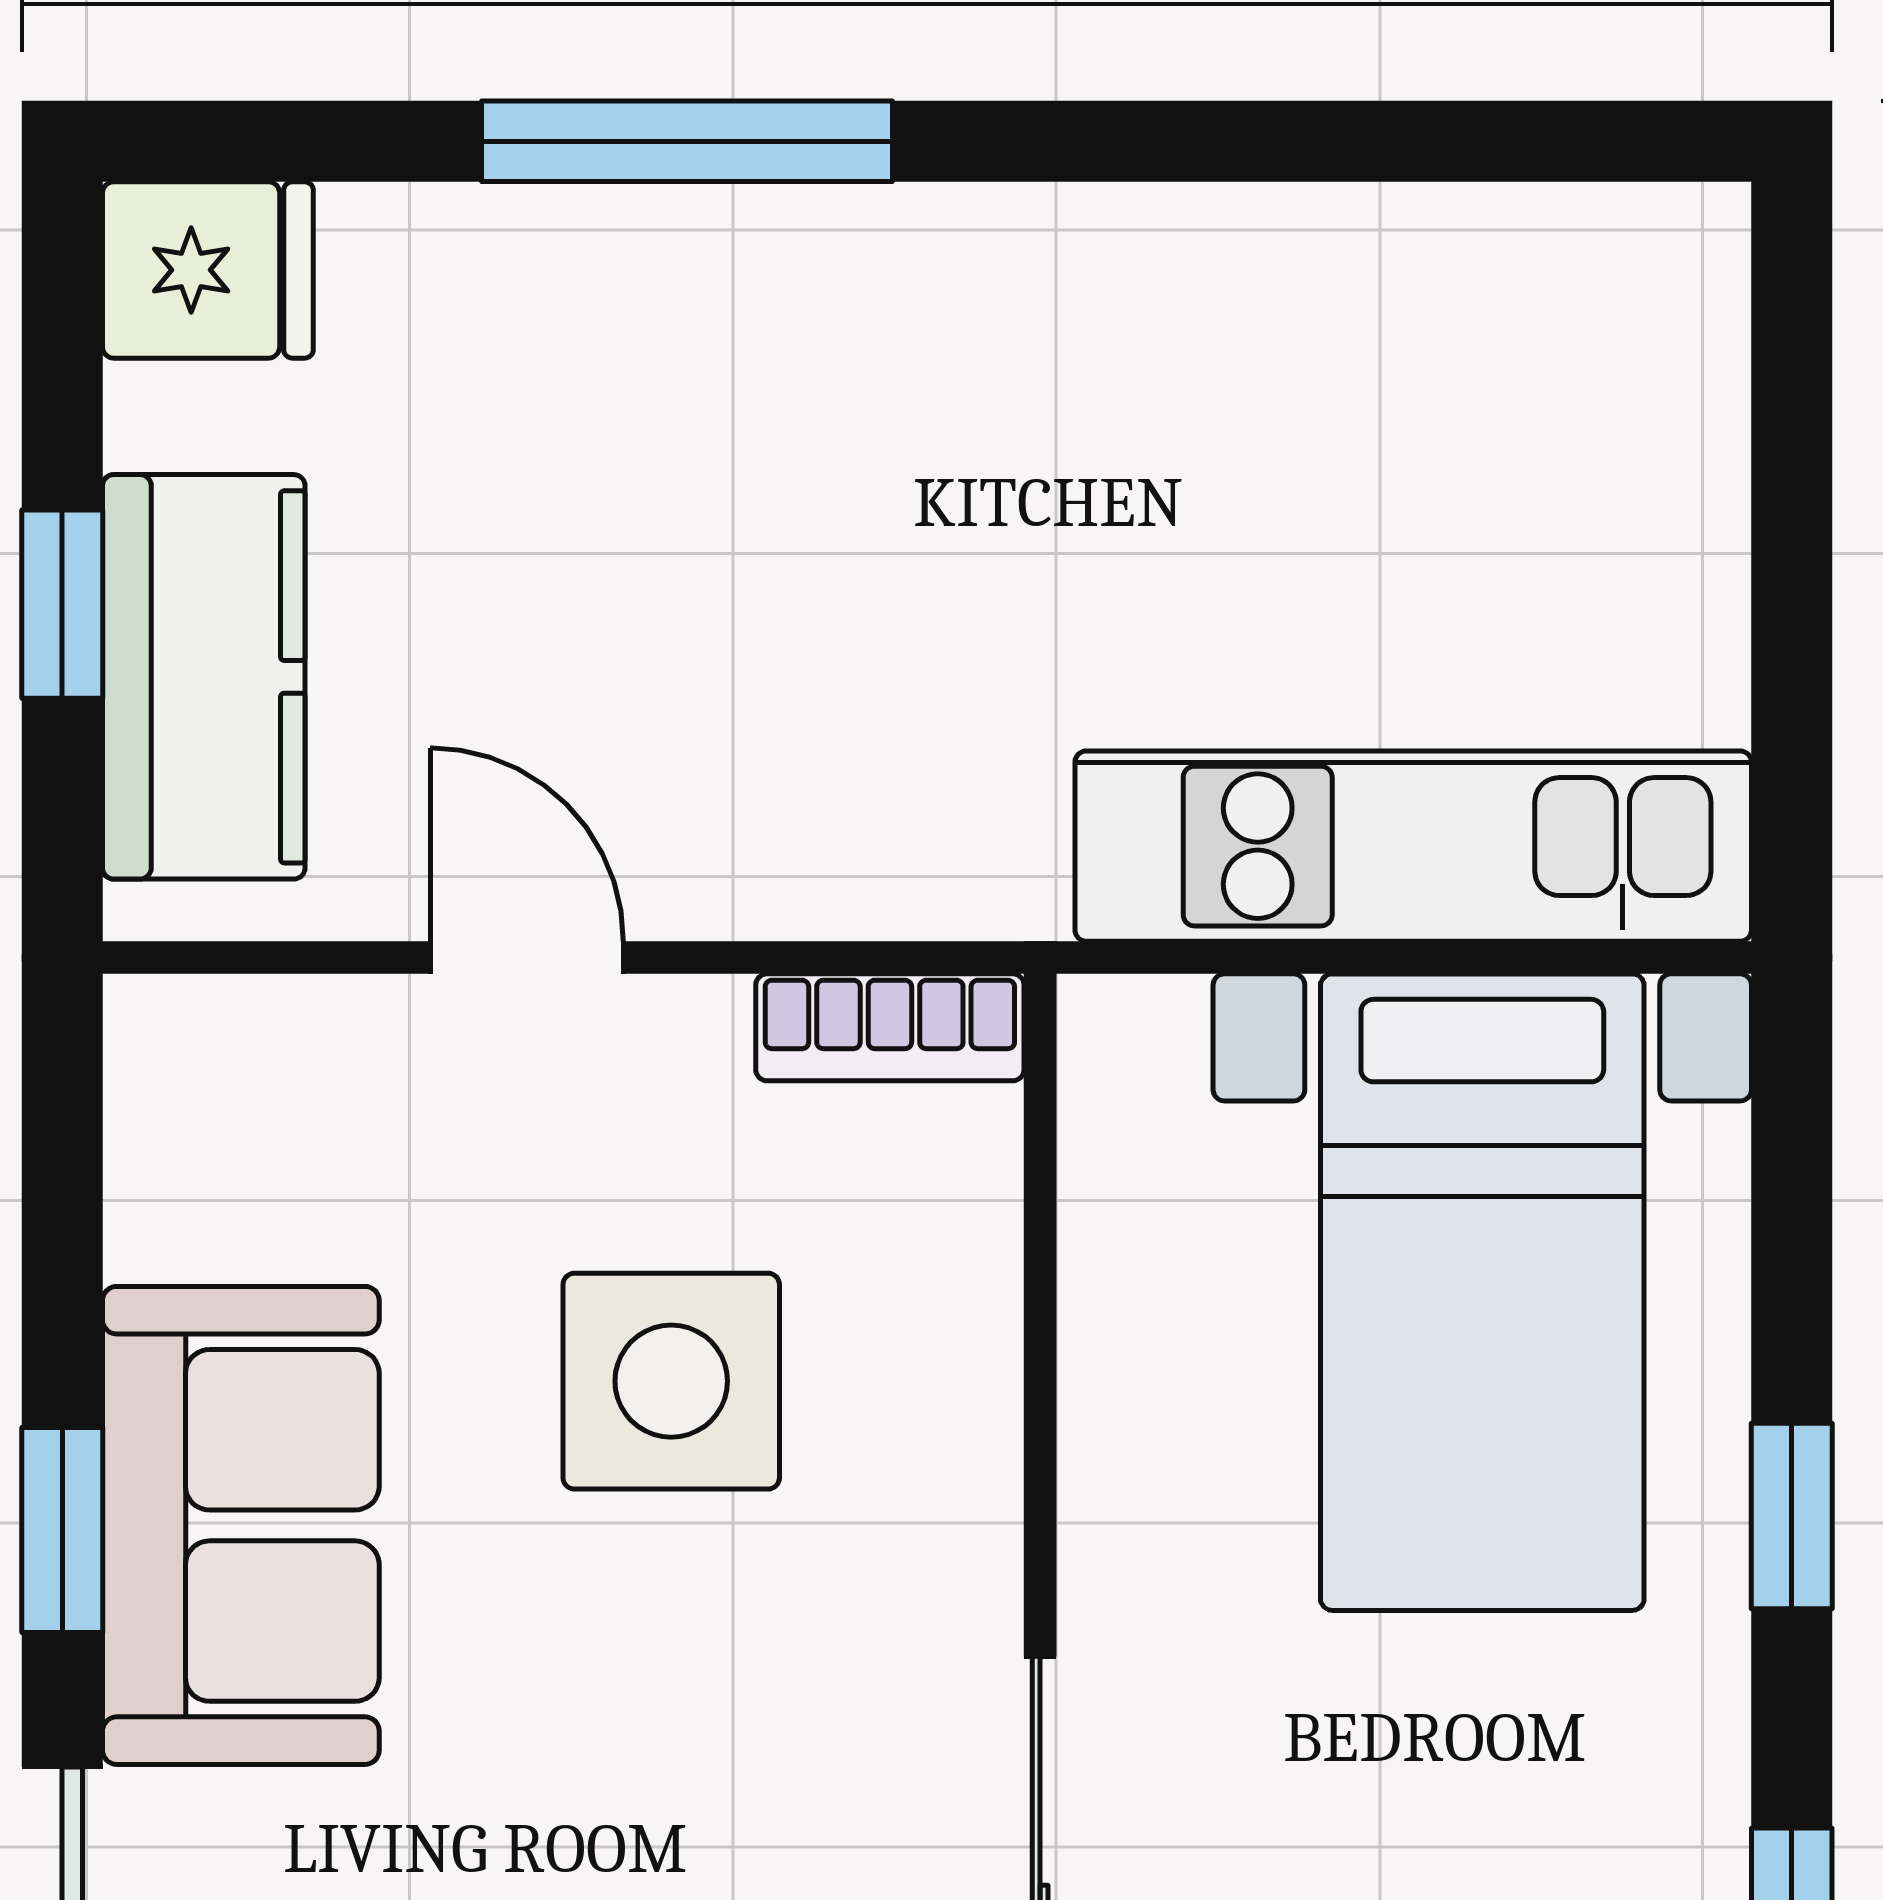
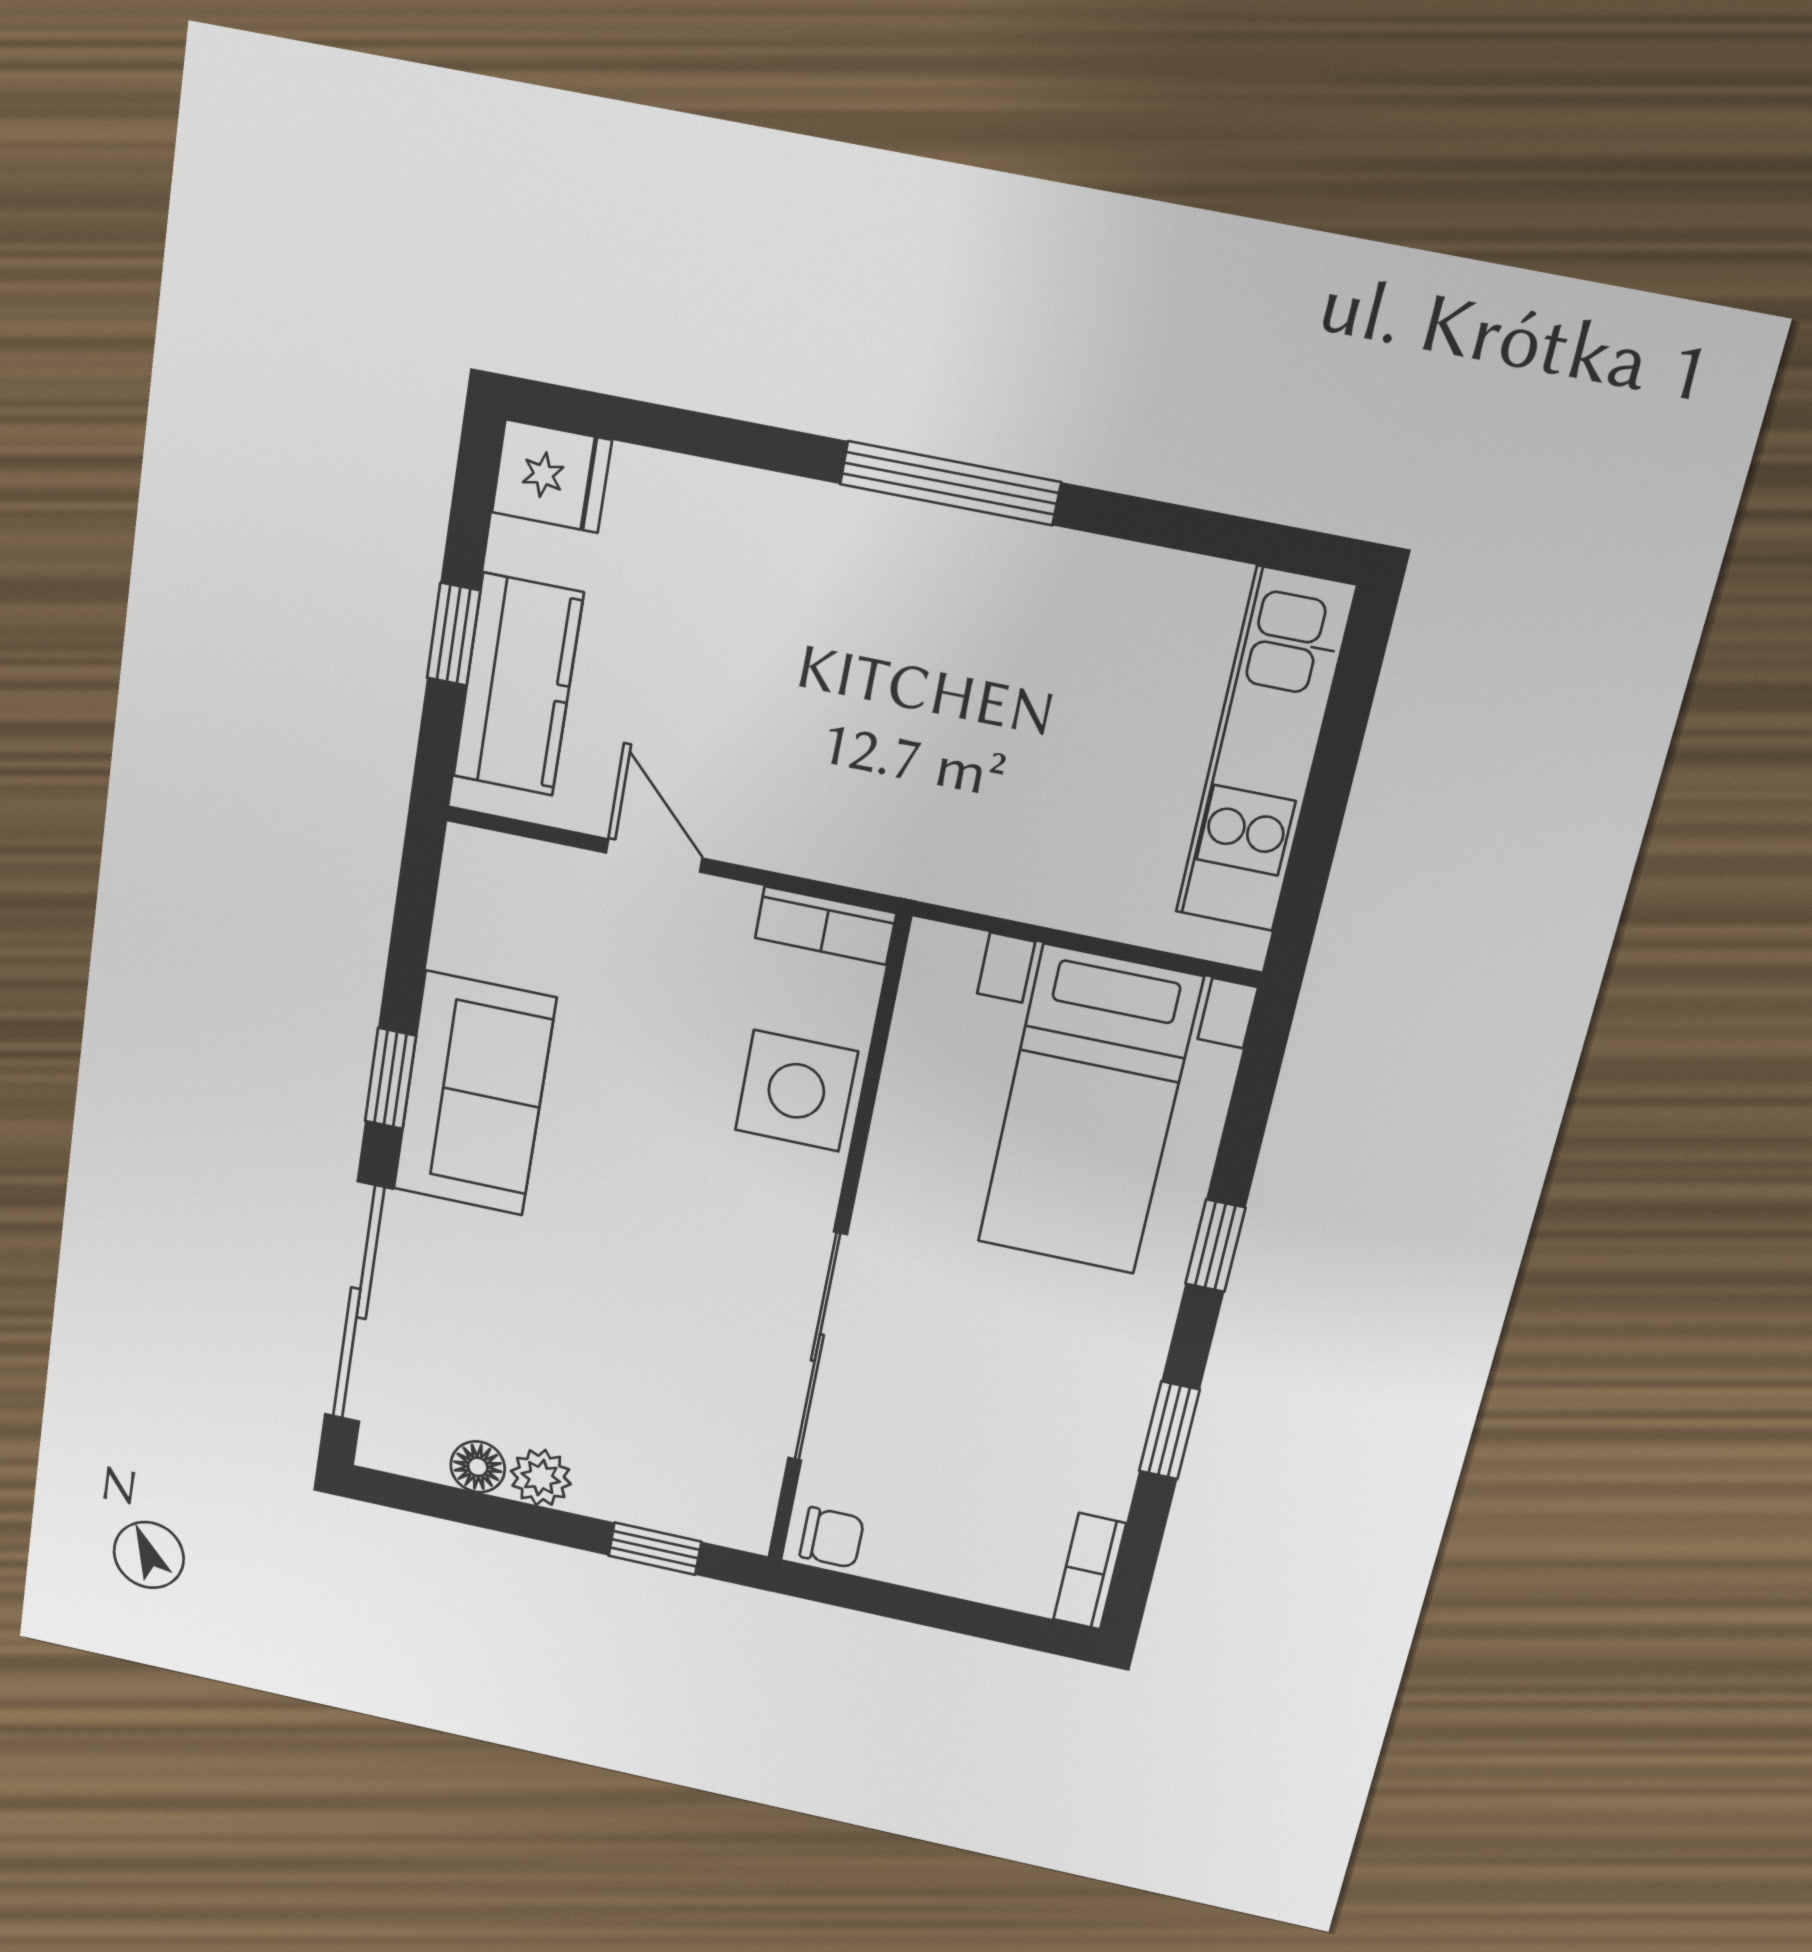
window: (687, 141) -> (950, 483), moved
kitchen unit: (1413, 846) -> (1265, 751), moved, turned -90
side table: (671, 1381) -> (796, 1091), moved

